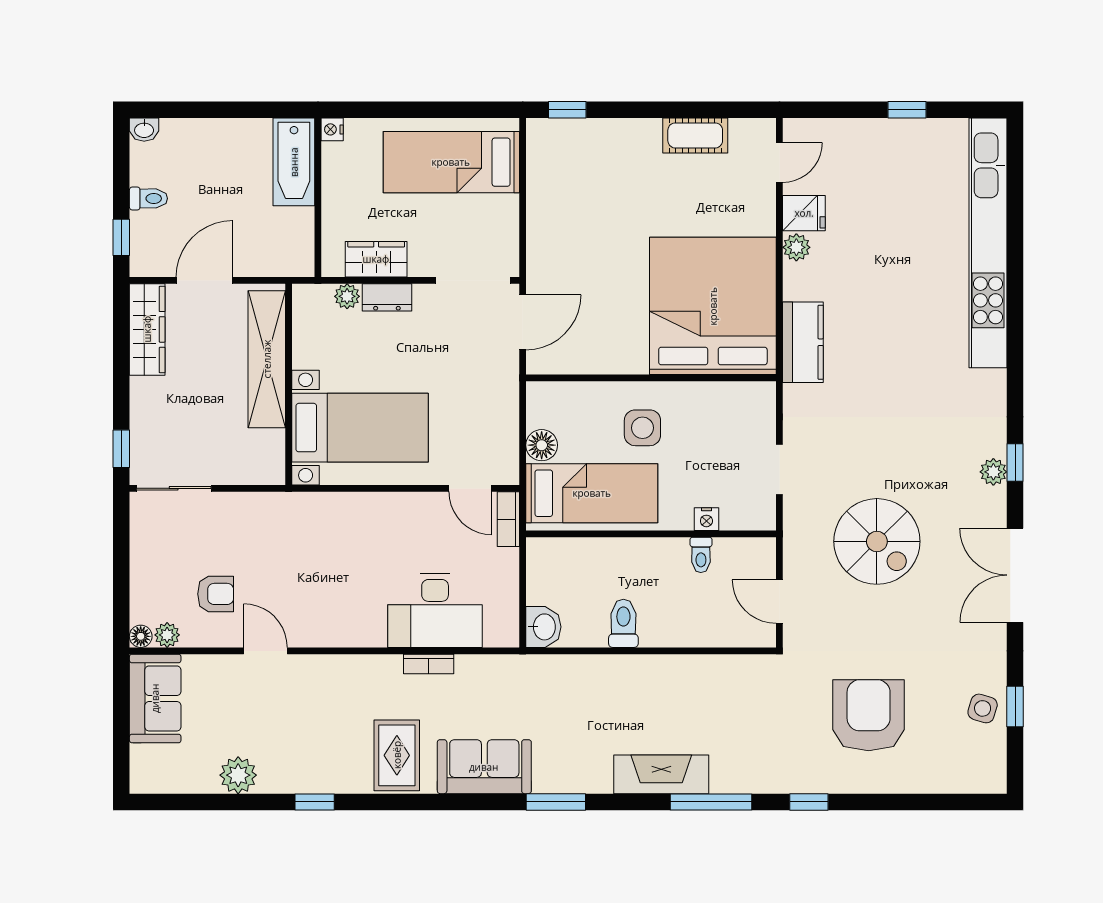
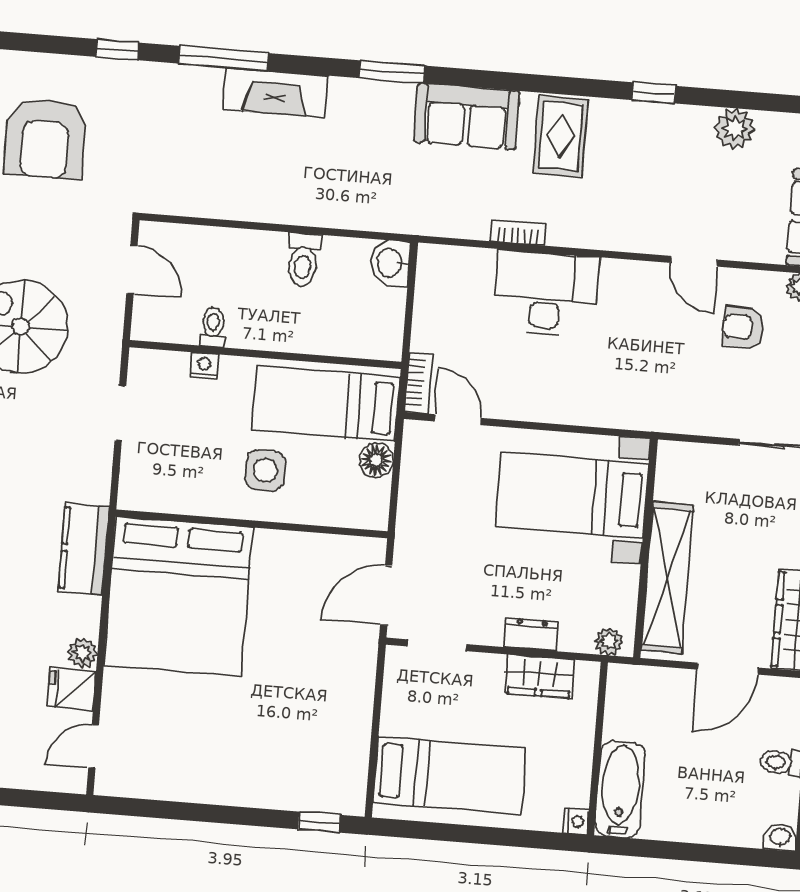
cot: (695, 135) -> (183, 783), removed
doorway: (473, 280) -> (437, 645), width x0.73
plant: (347, 296) -> (609, 642), moved
desk: (435, 610) -> (546, 293), moved

